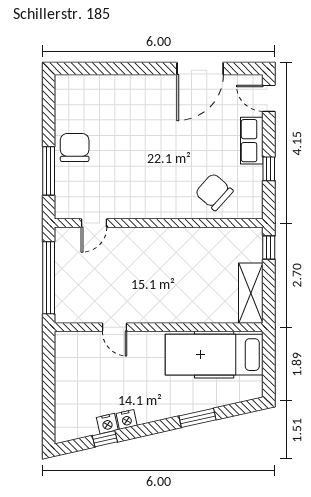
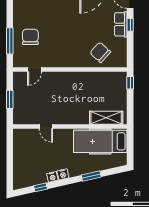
chair: (75, 148) -> (30, 37), moved
window: (269, 169) -> (130, 25), moved
window: (49, 278) -> (10, 99), width x0.47
shelving: (251, 293) -> (106, 118), moved, turned 90
nightstand: (107, 424) -> (63, 174), moved

